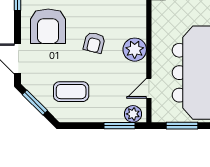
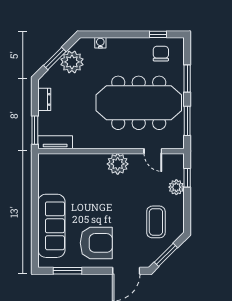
armchair: (94, 43) -> (111, 201), removed
plant: (133, 114) -> (176, 187), moved
window: (119, 126) -> (187, 178), width x0.67

